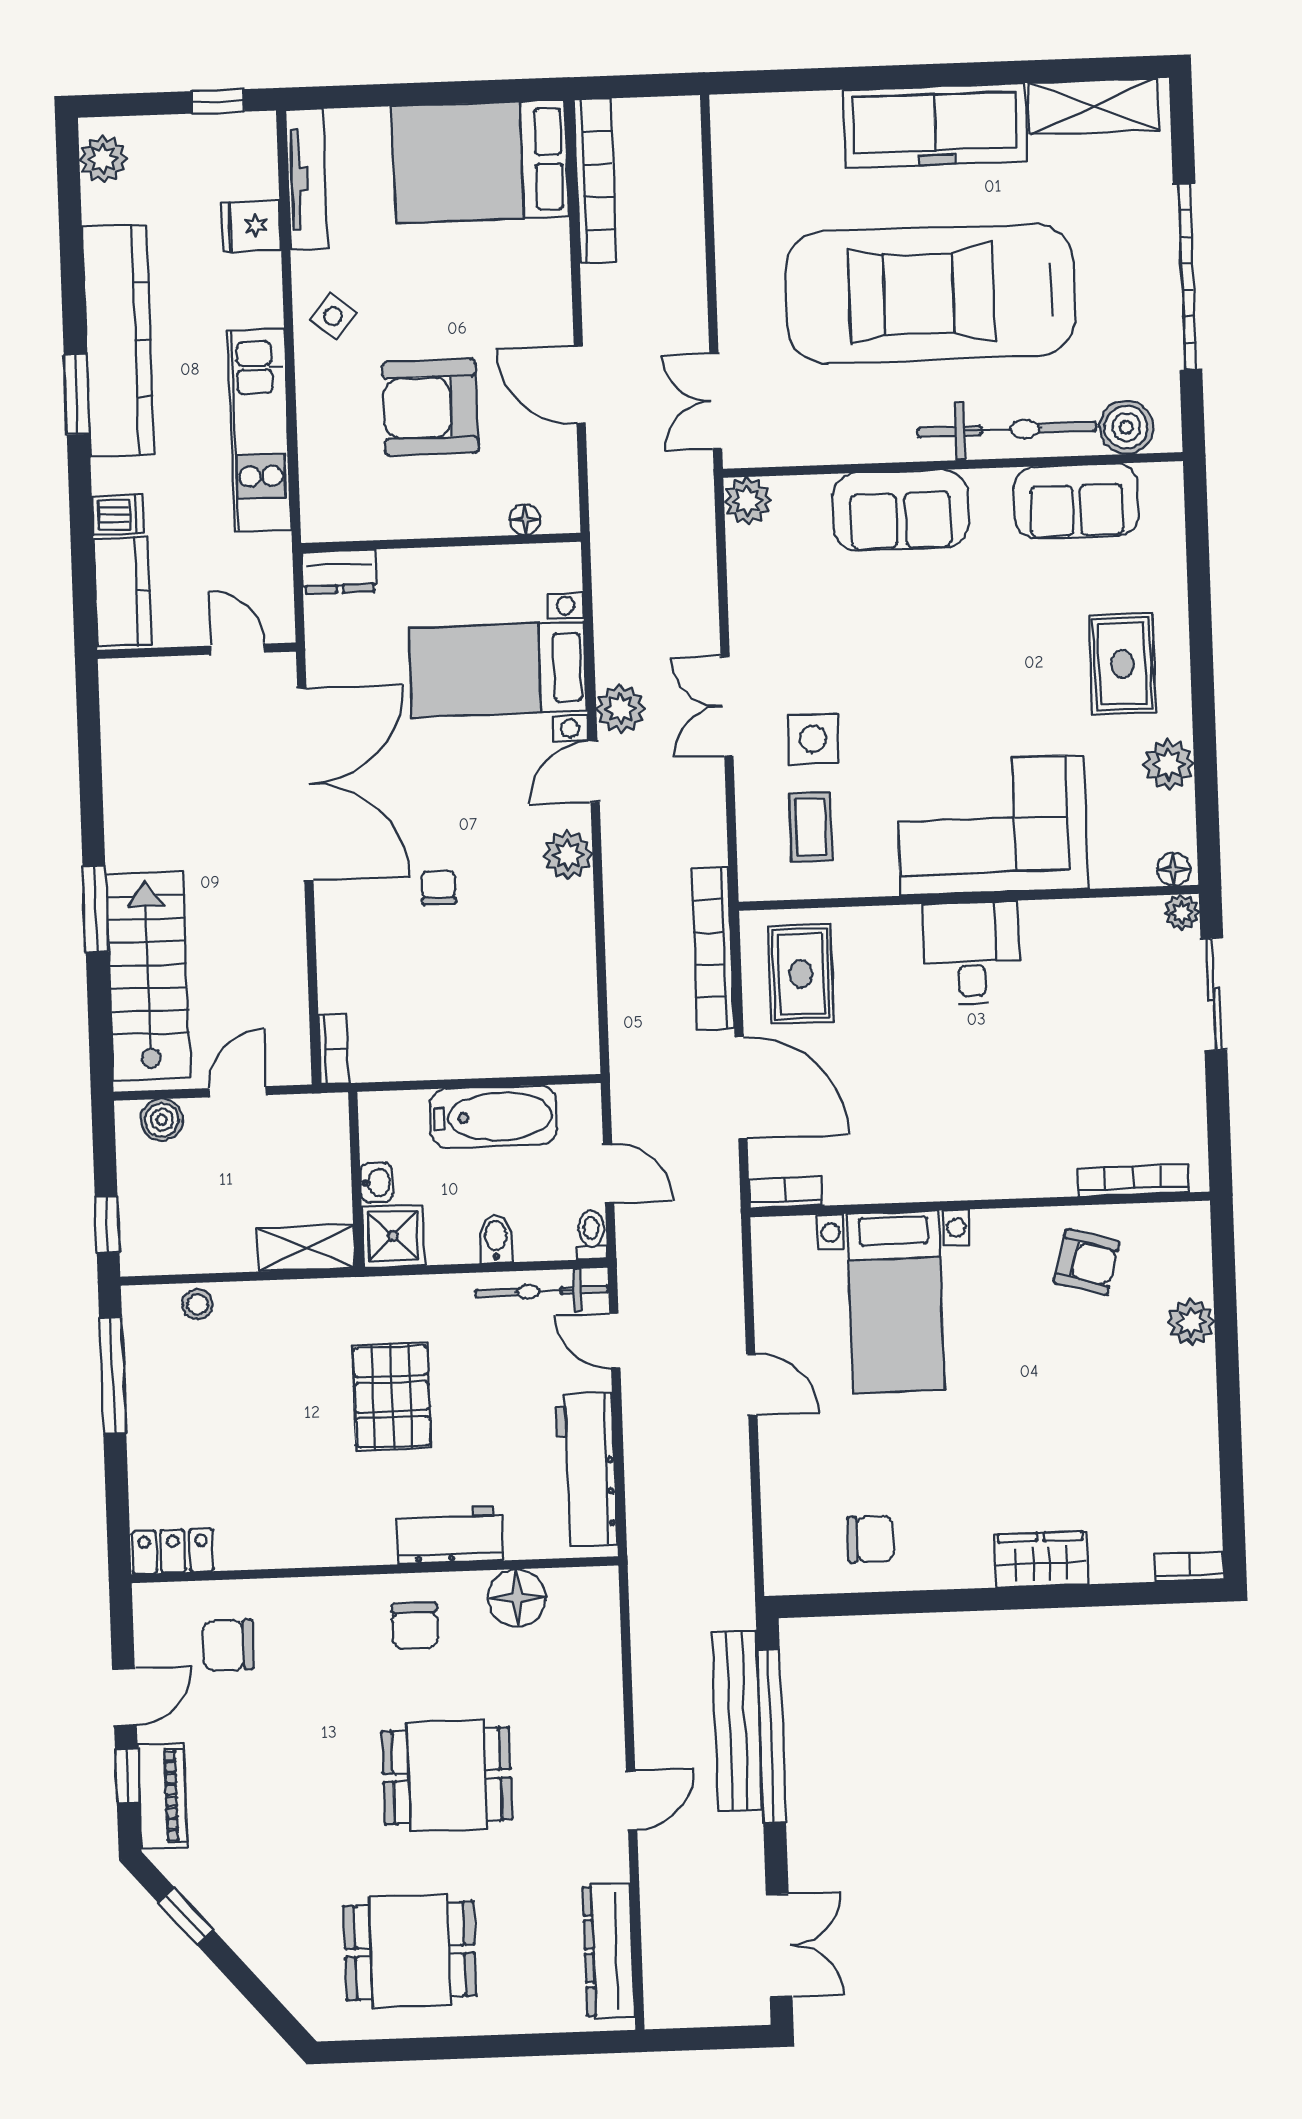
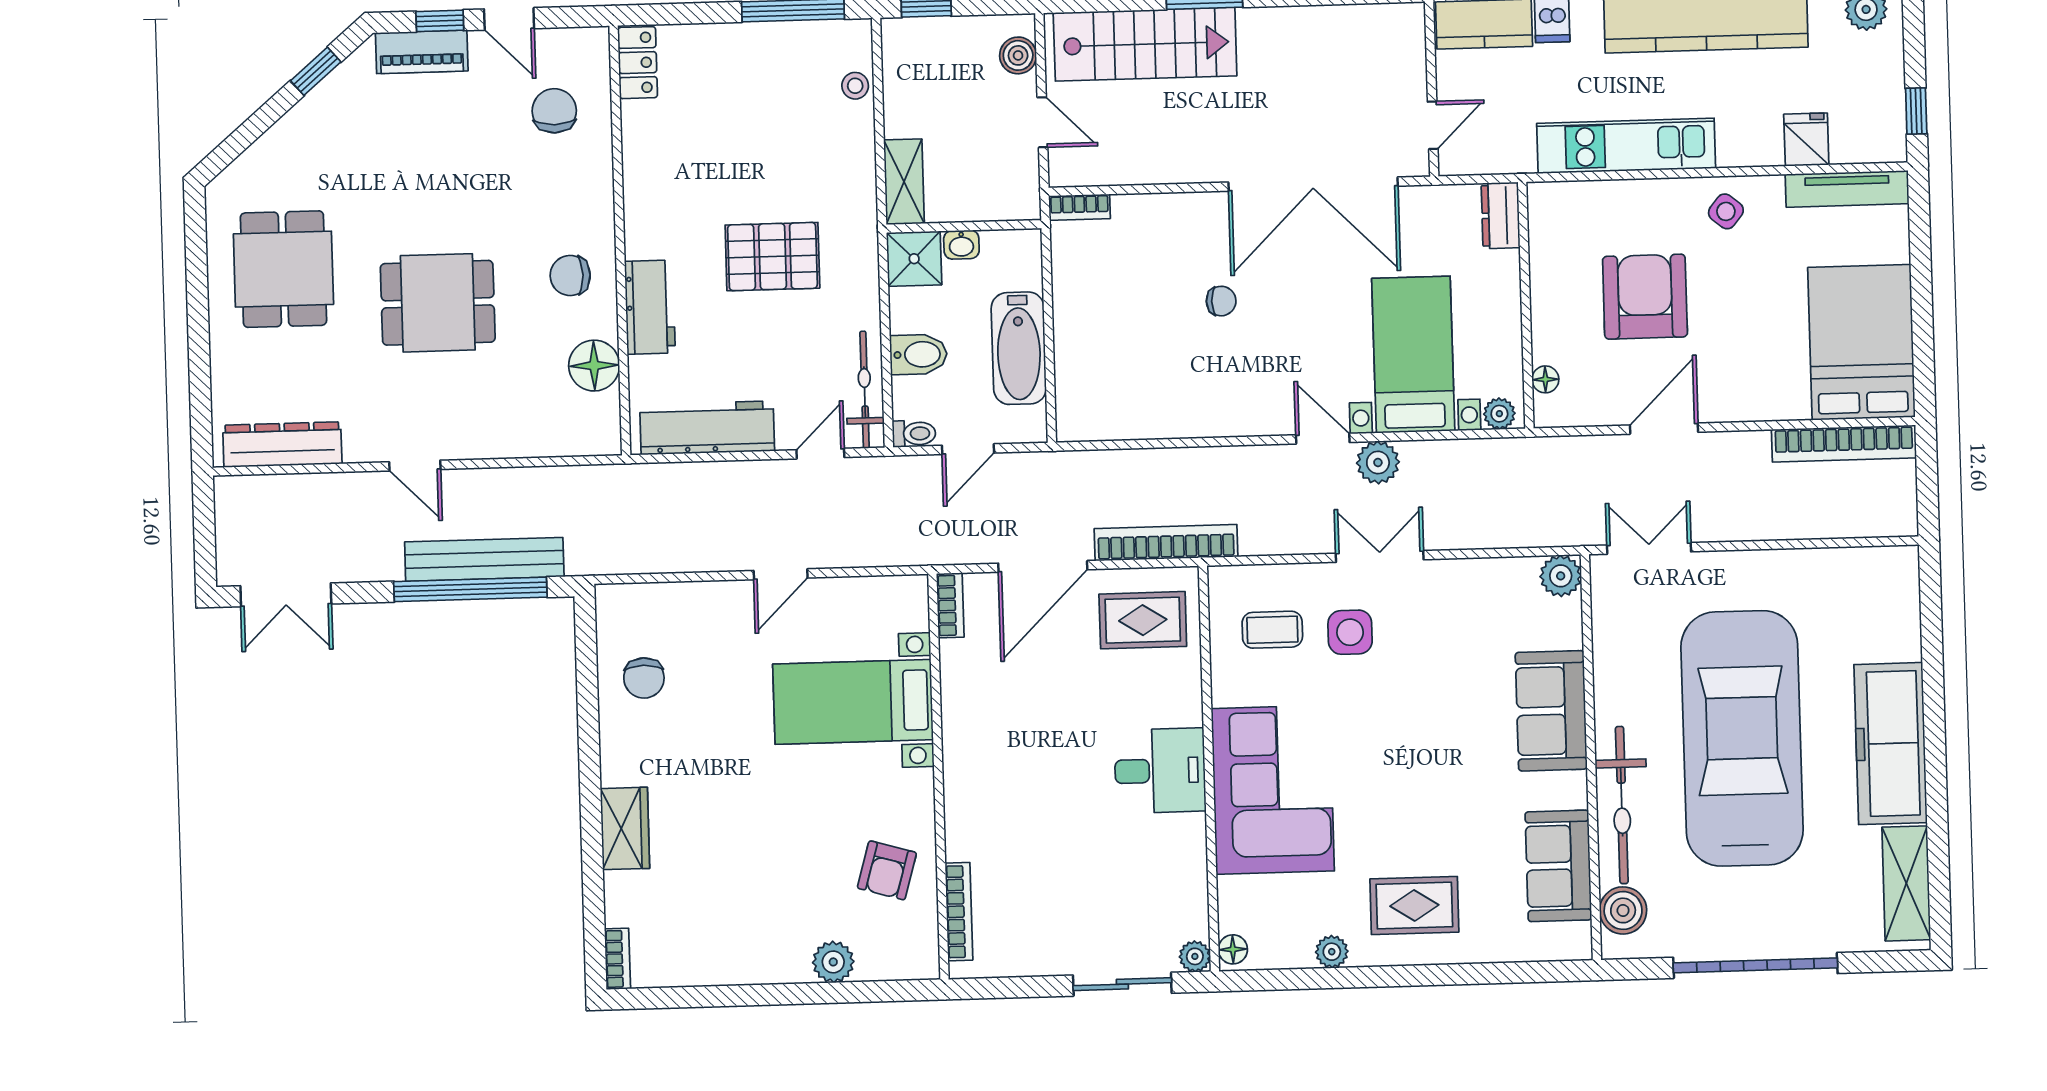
plant: (1169, 764) -> (1332, 952), width x0.73, depth x0.73
plant: (568, 855) -> (1499, 414), moved, width x0.73, depth x0.73
bidet: (496, 1239) -> (918, 354), width x1.38, depth x1.36
dining table: (447, 1776) -> (438, 303), turned 90

